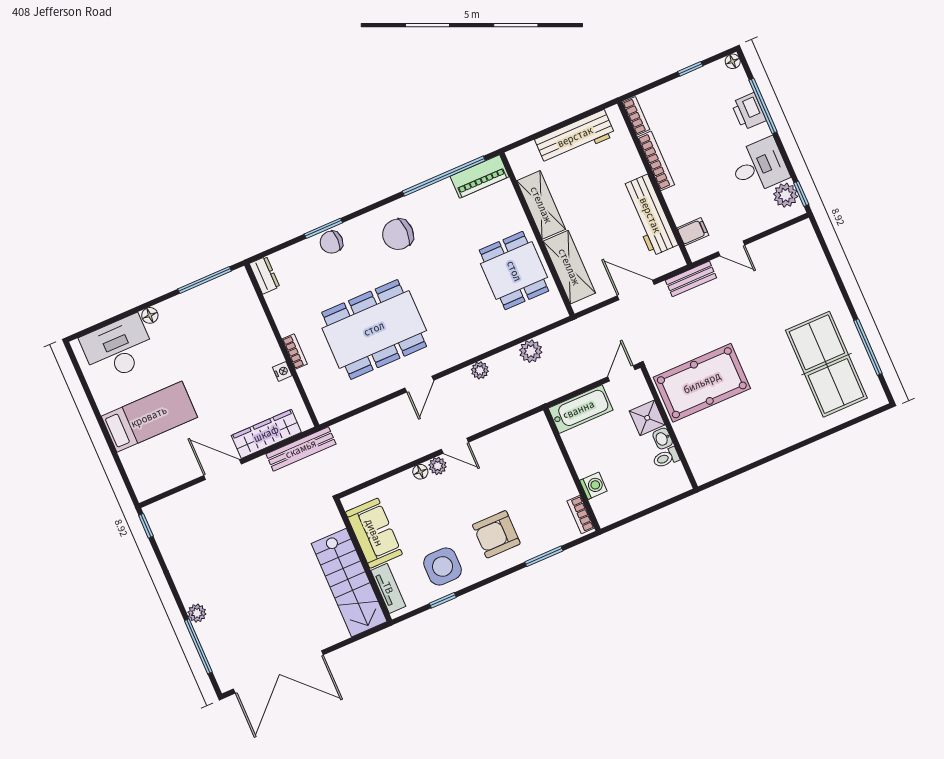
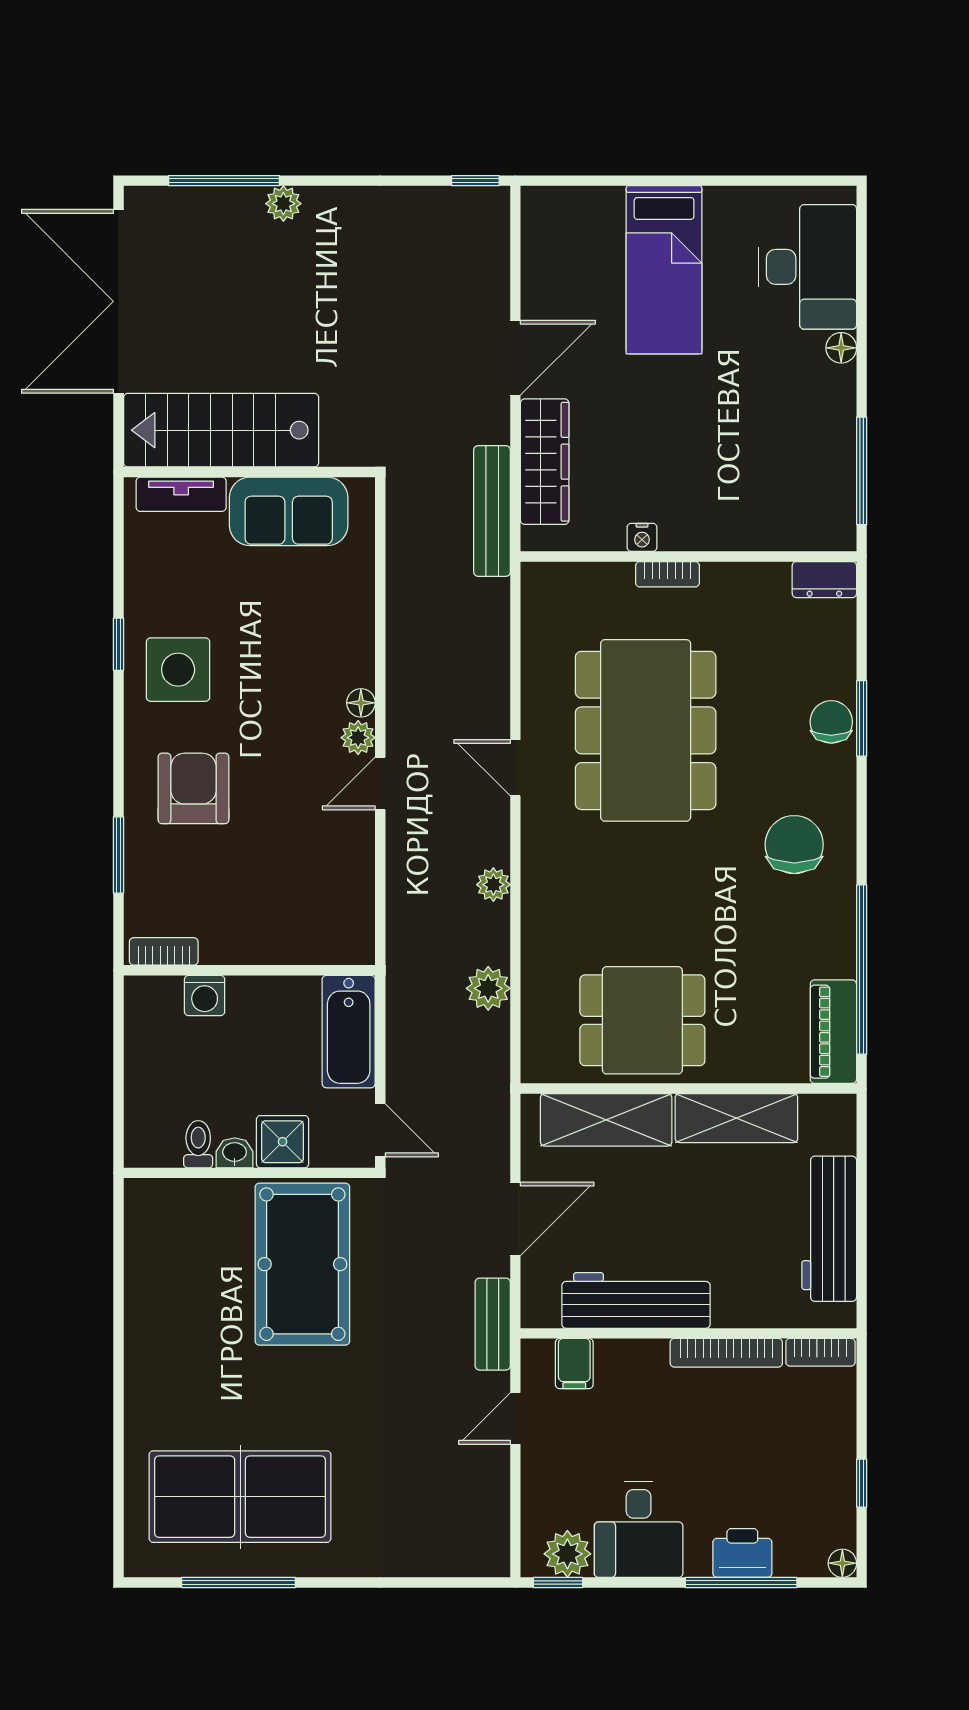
sofa: (374, 533) -> (289, 511), moved
wall: (363, 560) -> (249, 472), moved
stairs: (349, 583) -> (221, 430), moved
tv unit: (388, 588) -> (181, 494), moved

